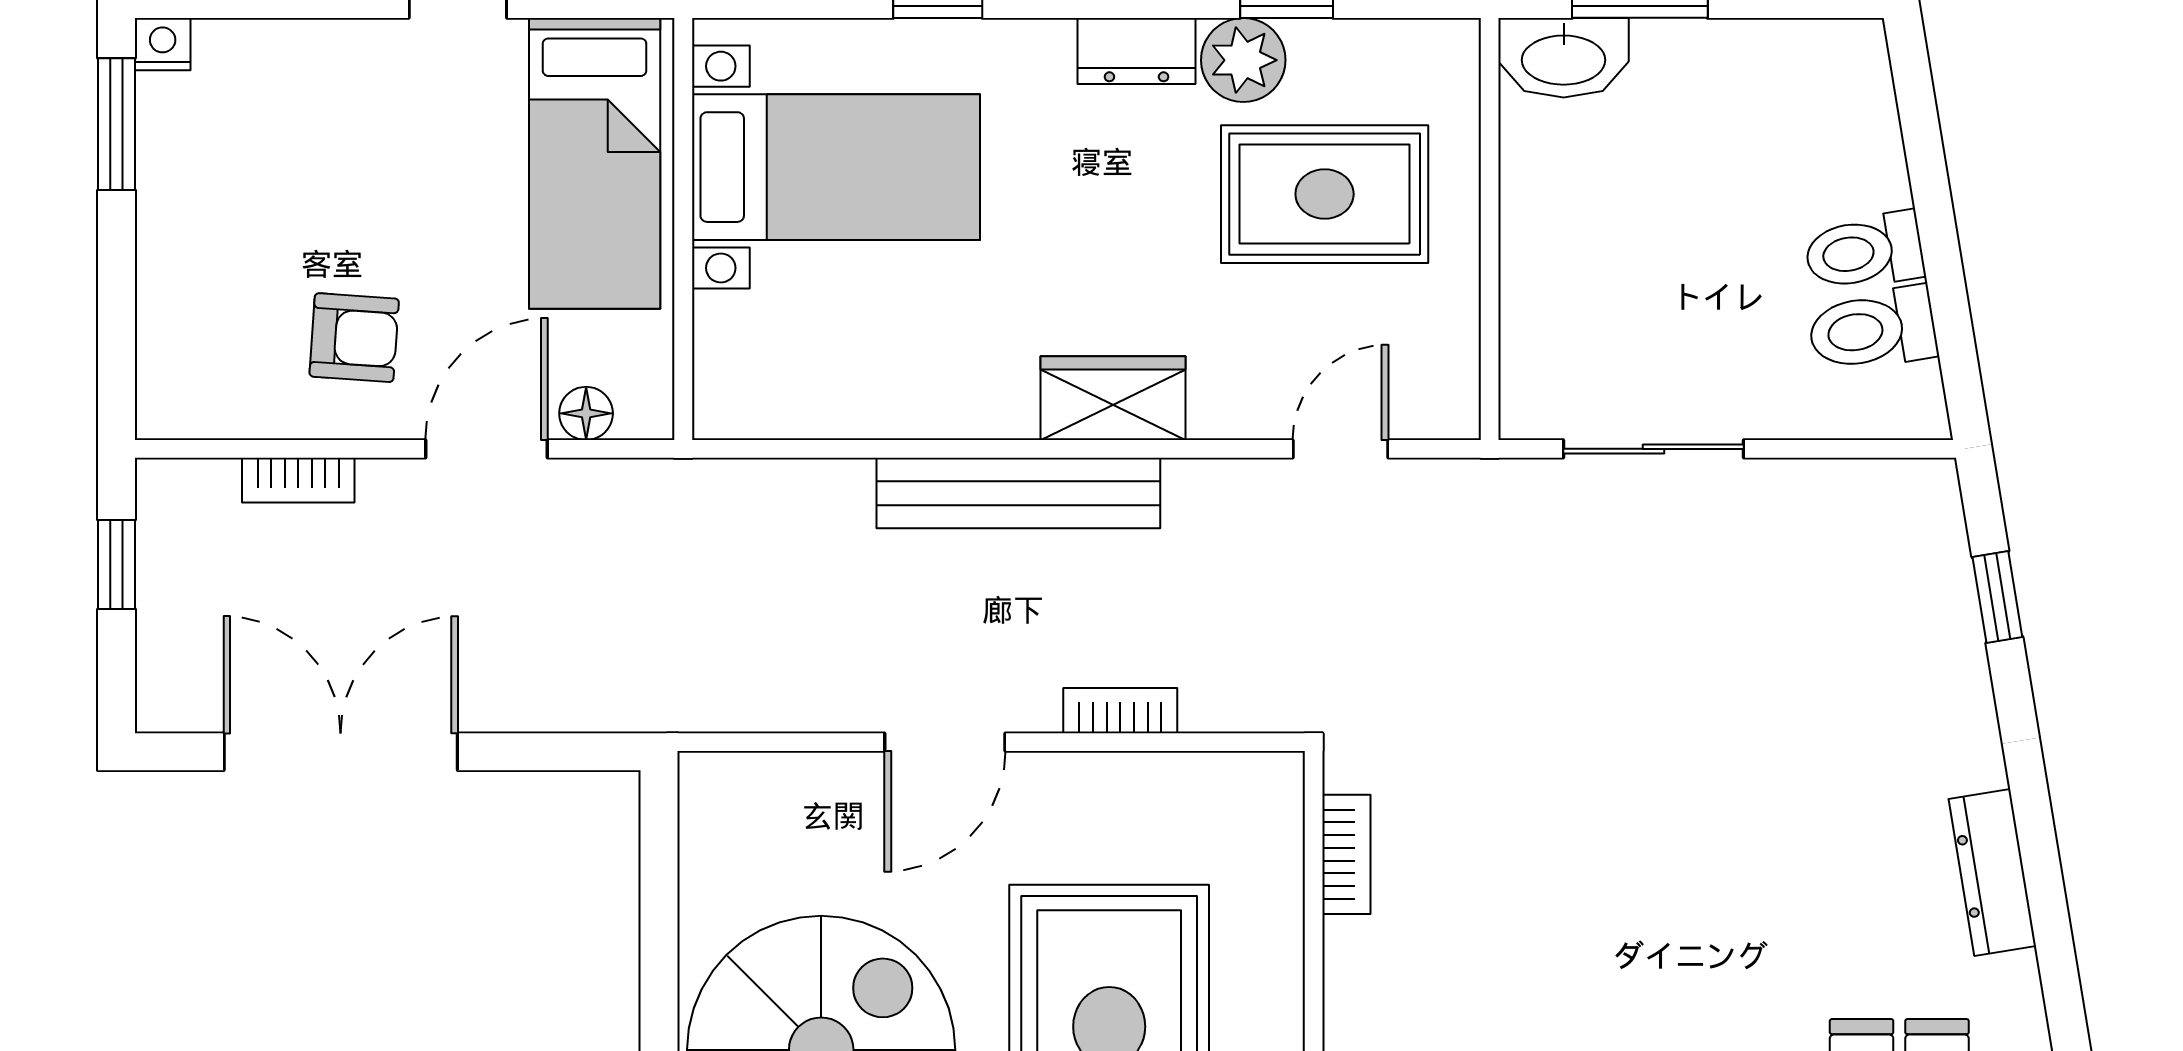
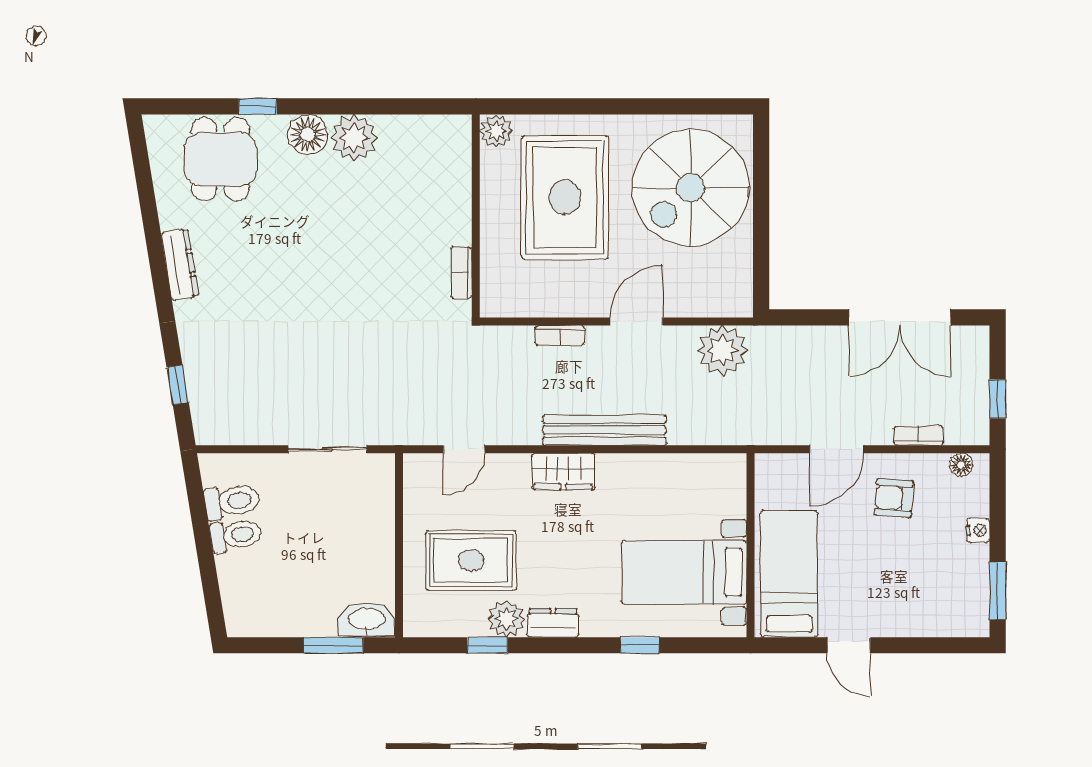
nightstand: (163, 44) -> (978, 530), moved, turned -90
floor lamp: (586, 413) -> (961, 465), moved
plant: (747, 676) -> (723, 350), added

